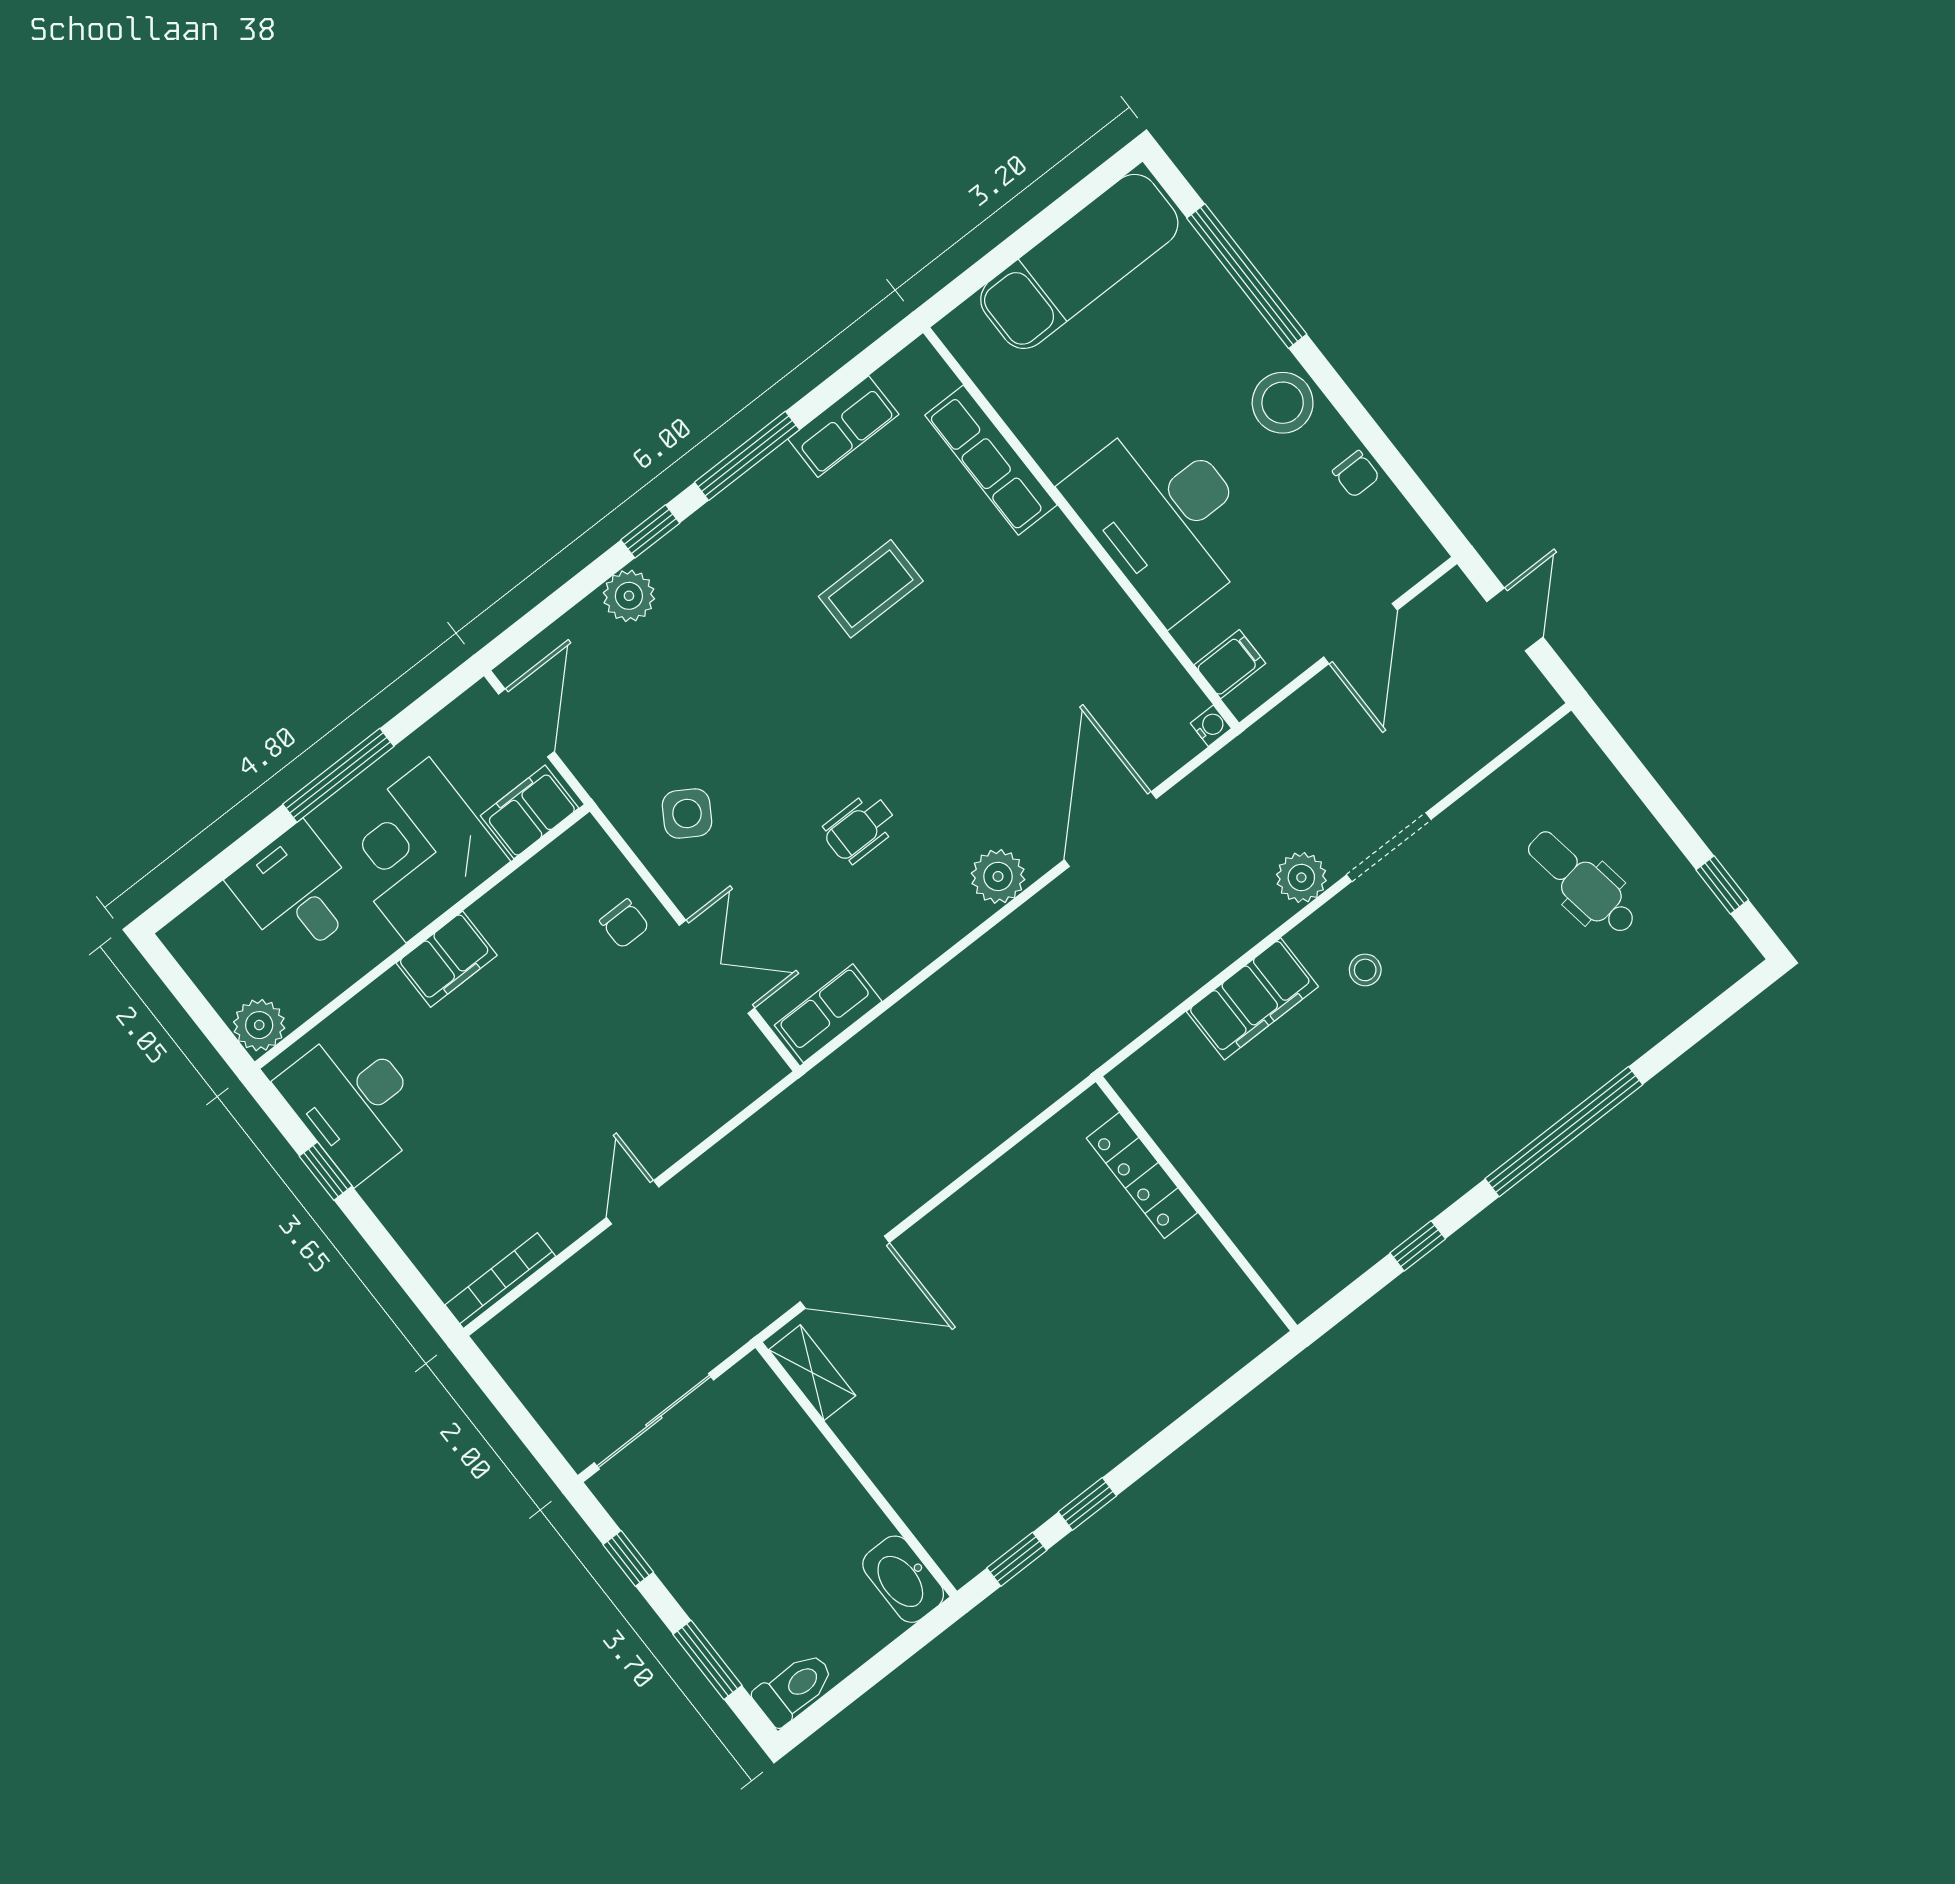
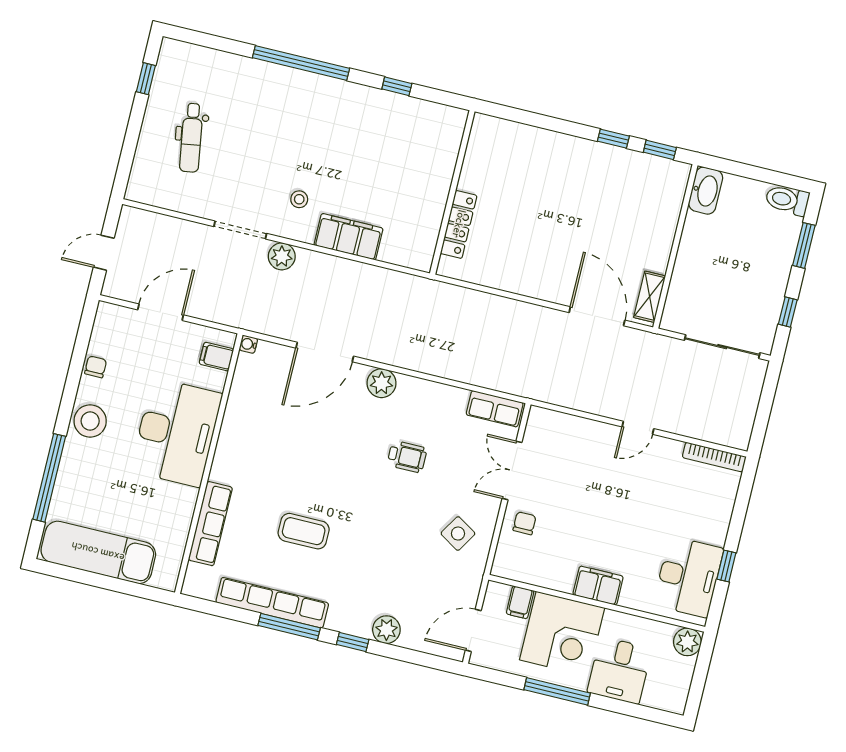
row of seats: (843, 427) -> (272, 603), width x2.02
filing cabinet: (529, 812) -> (520, 602), width x0.50

